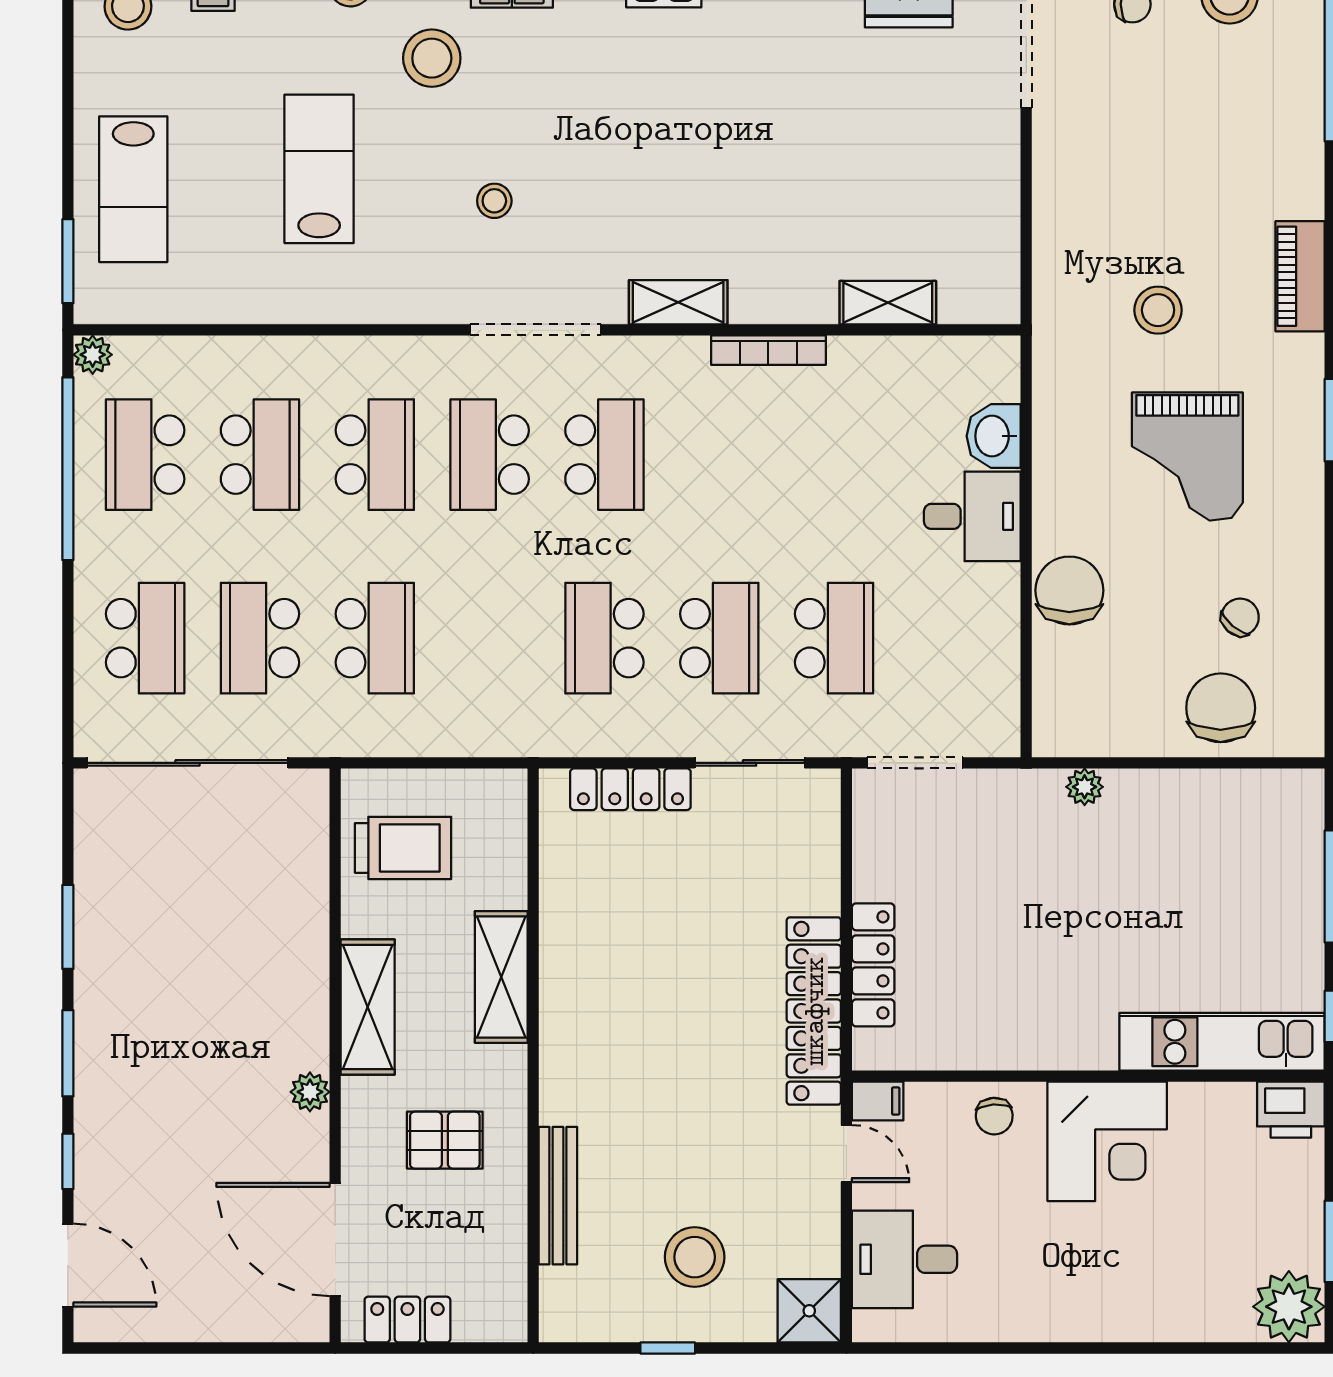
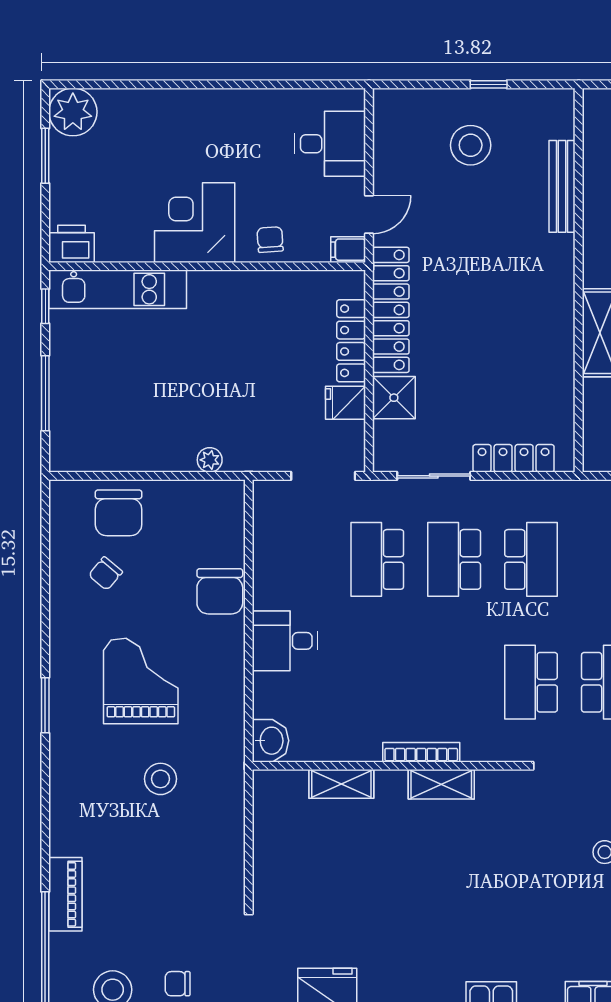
piano: (1300, 276) -> (65, 894), moved
shelving: (678, 302) -> (441, 784), moved
washbasin: (994, 436) -> (270, 741), moved
fridge: (882, 872) -> (345, 403), added
door: (846, 1154) -> (369, 214), swing flipped
shower: (809, 1311) -> (394, 398), moved

